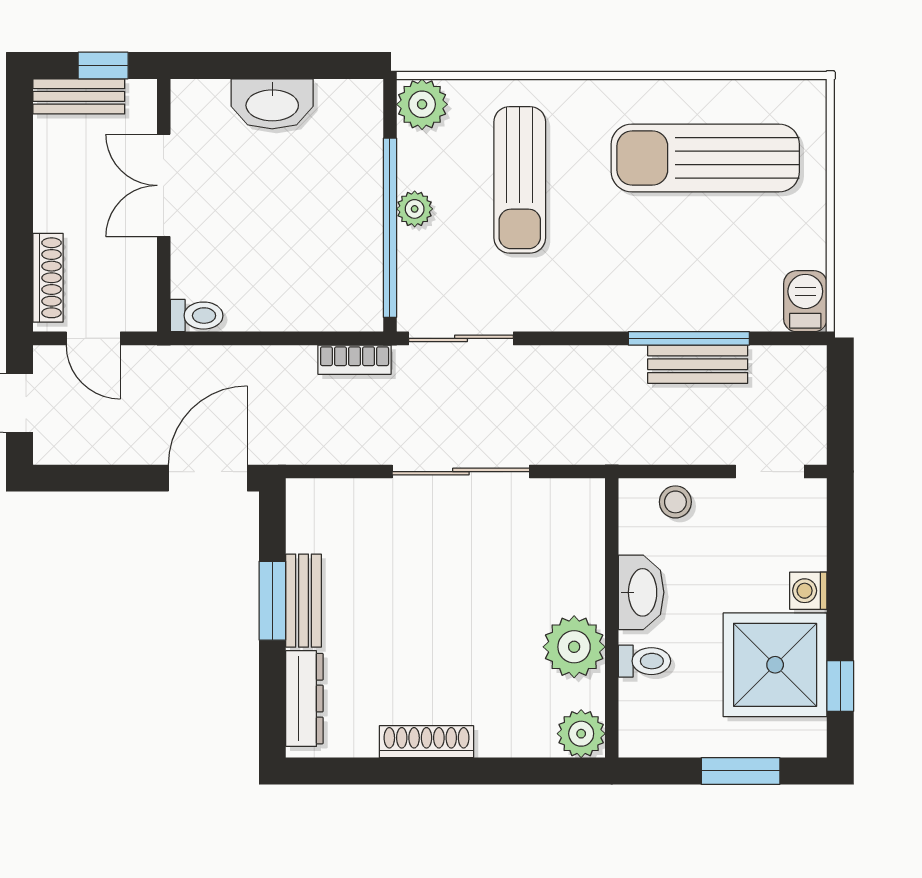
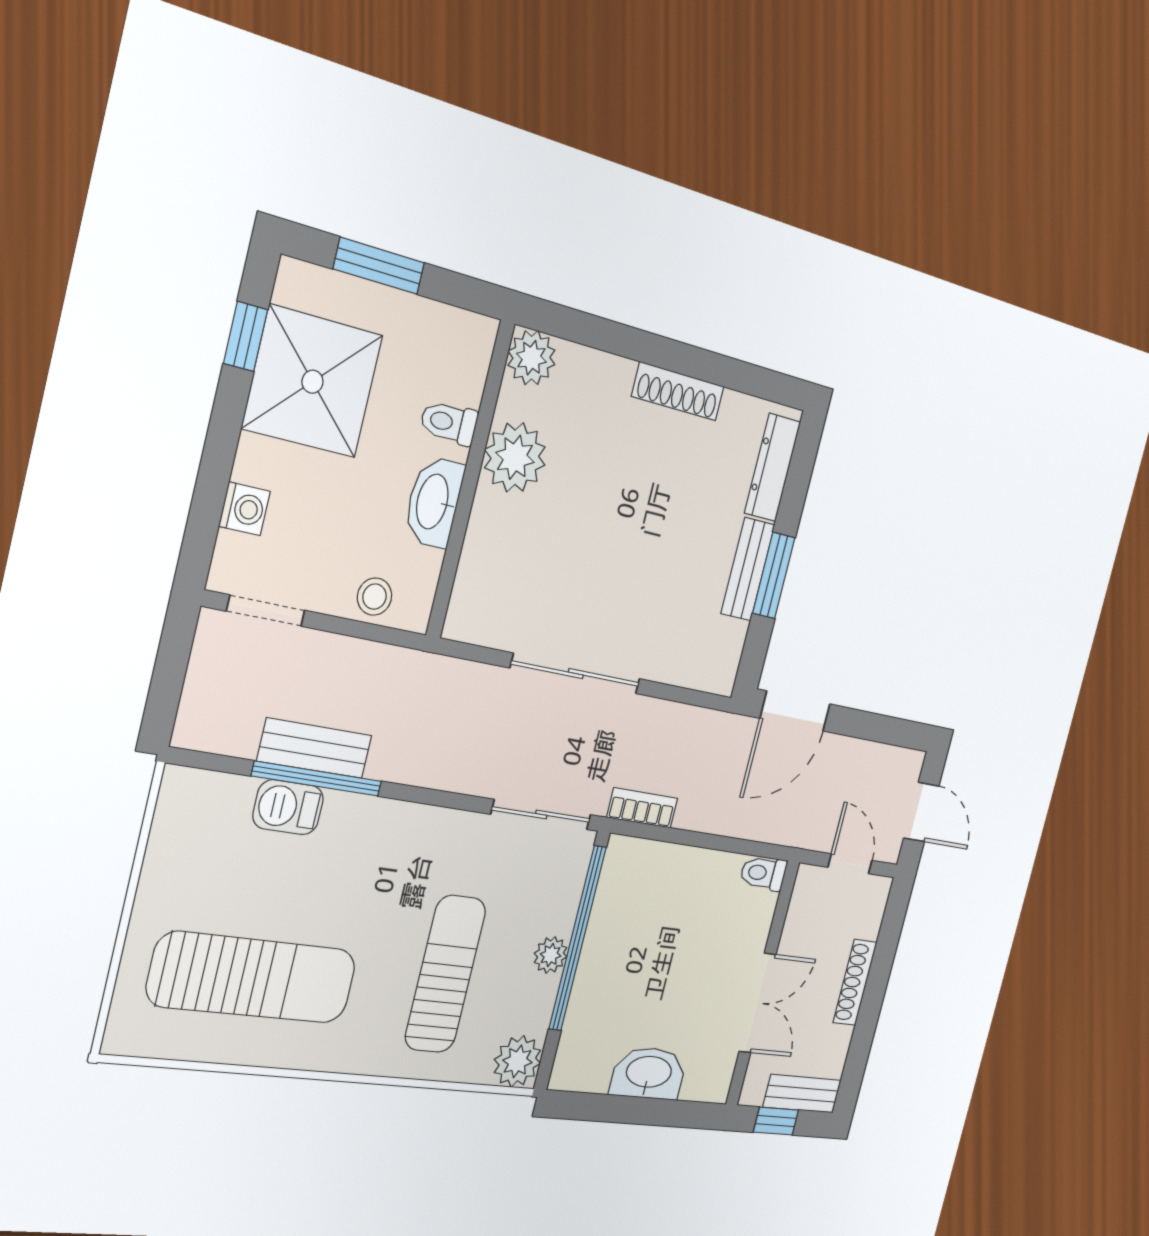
shoe rack: (48, 278) -> (855, 982), moved
barbecue: (805, 301) -> (288, 807), moved, turned 90
washing machine: (808, 591) -> (244, 509), moved

